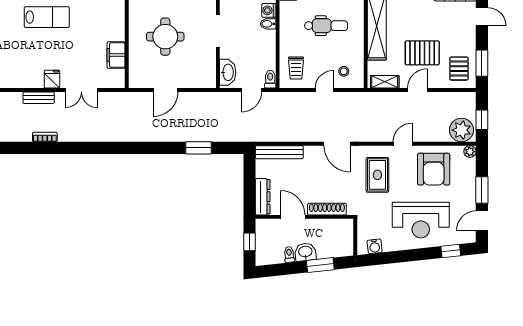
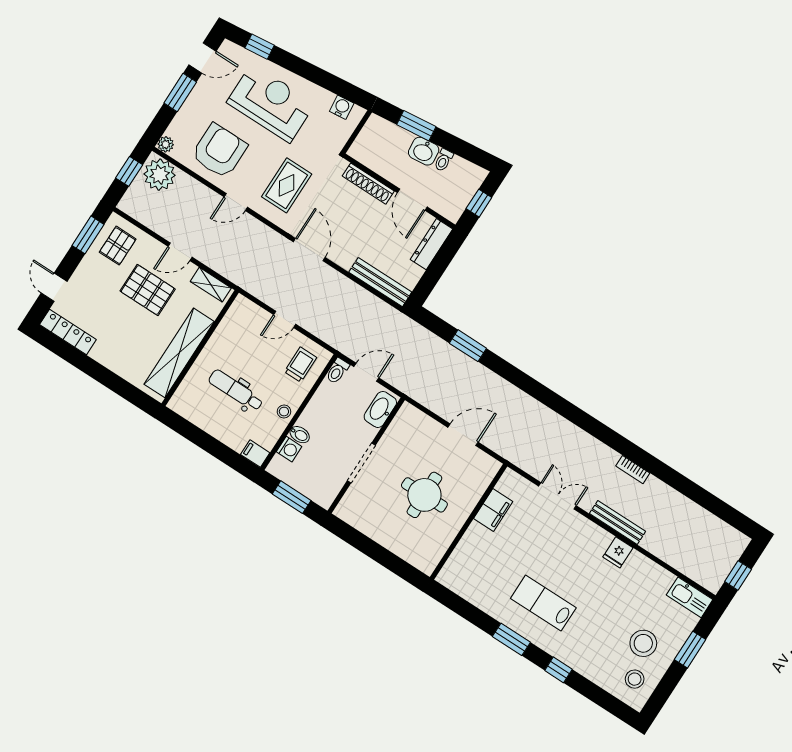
stool: (344, 71) -> (284, 412), moved
fridge: (52, 79) -> (618, 552), moved
bench: (39, 98) -> (618, 522), width x1.36

